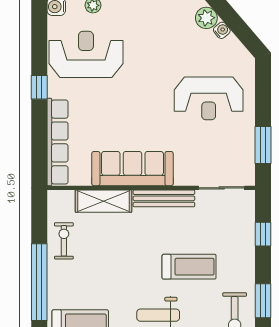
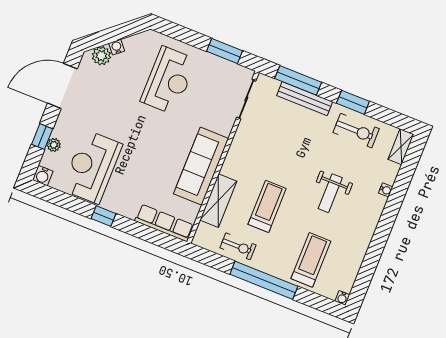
row of seats: (57, 142) -> (164, 223), width x0.73
bench: (164, 198) -> (305, 99), moved, turned 90
window: (263, 234) -> (298, 80), width x2.17
exercise bike: (64, 241) -> (238, 246), turned 180
treadmill: (189, 267) -> (267, 206), moved

